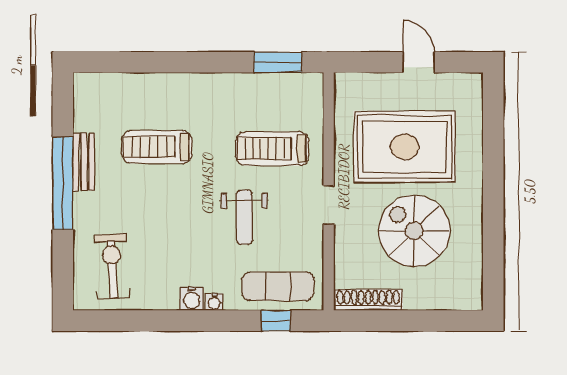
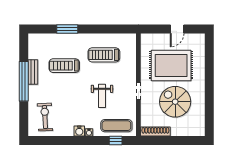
window: (278, 62) -> (67, 29), moved
door: (418, 62) -> (177, 29), swing flipped
treadmill: (272, 149) -> (104, 55), moved

